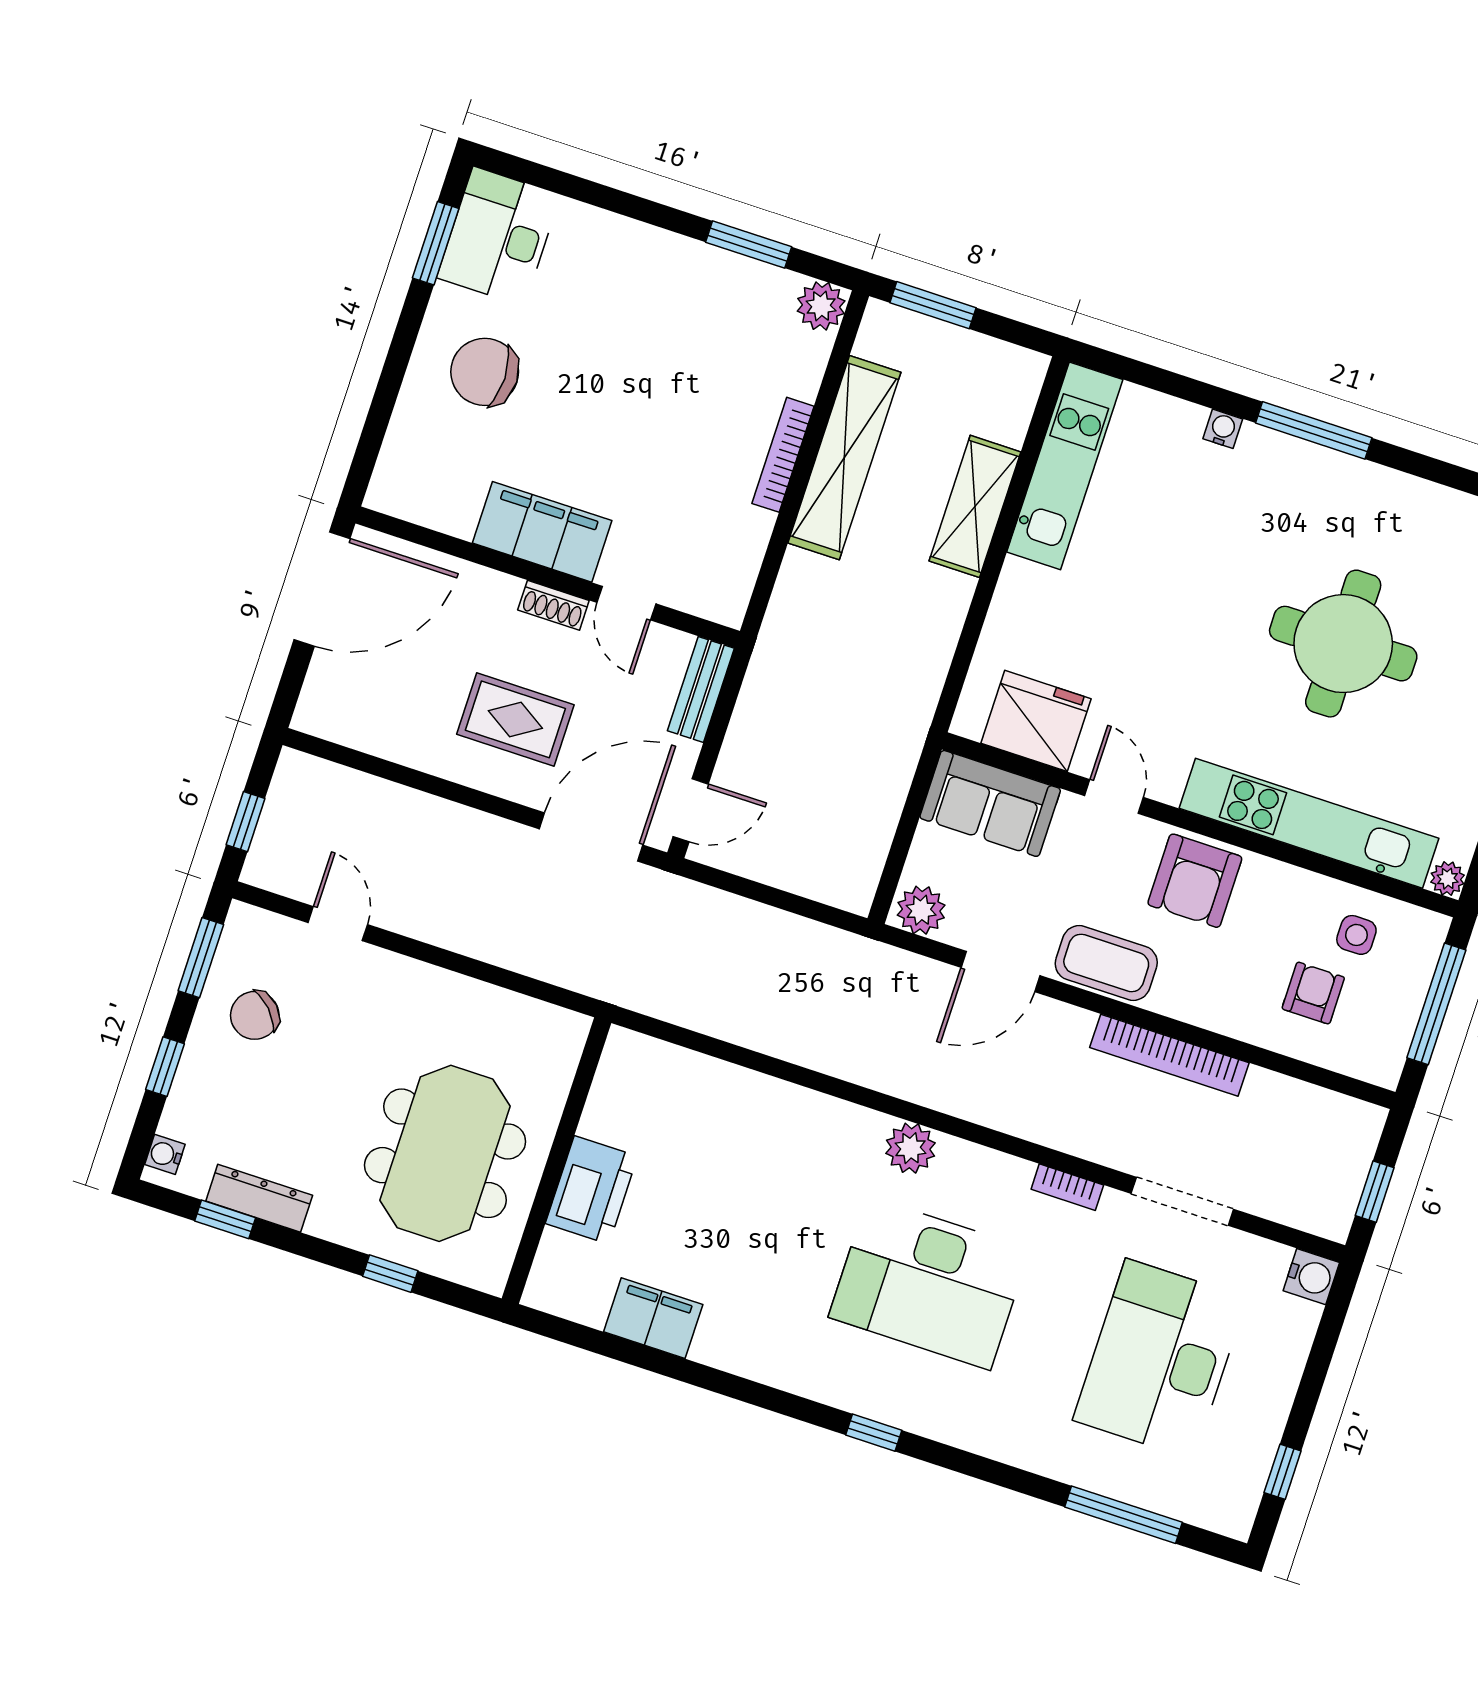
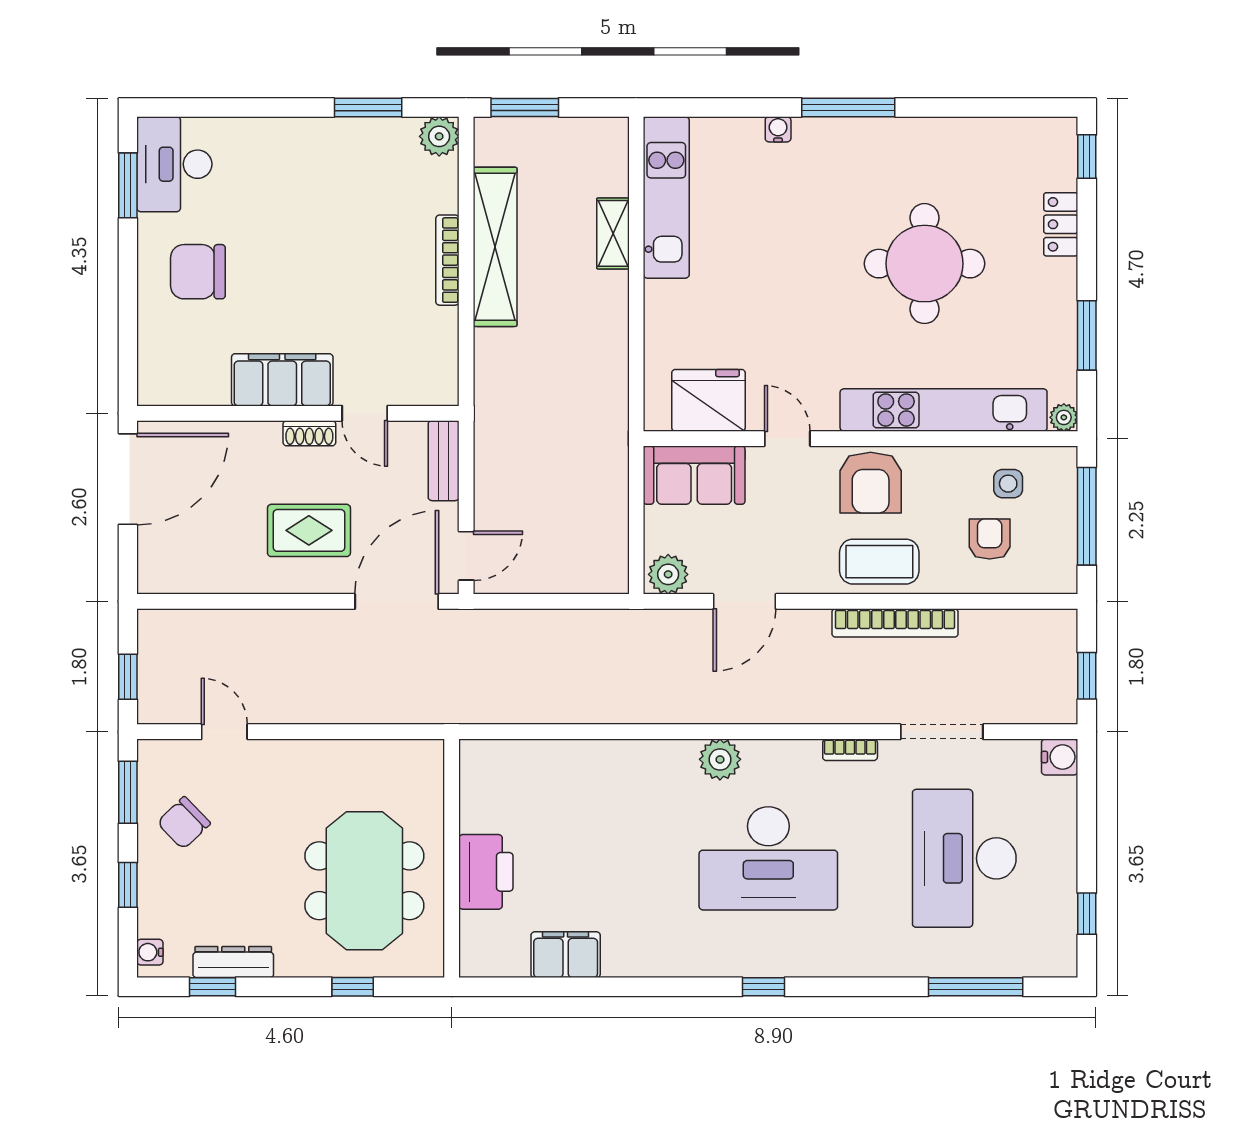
shelving: (975, 506) -> (613, 233), width x0.67, depth x0.75
coffee table: (1106, 963) -> (879, 562), moved

